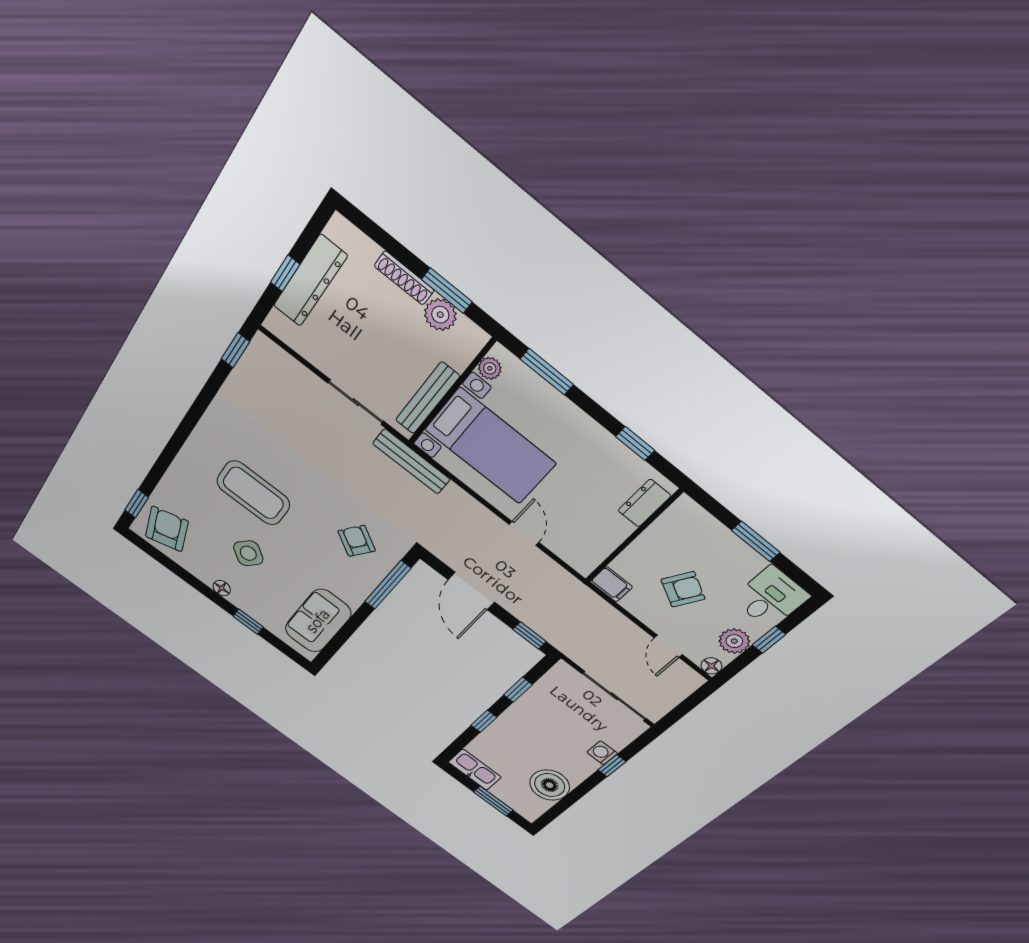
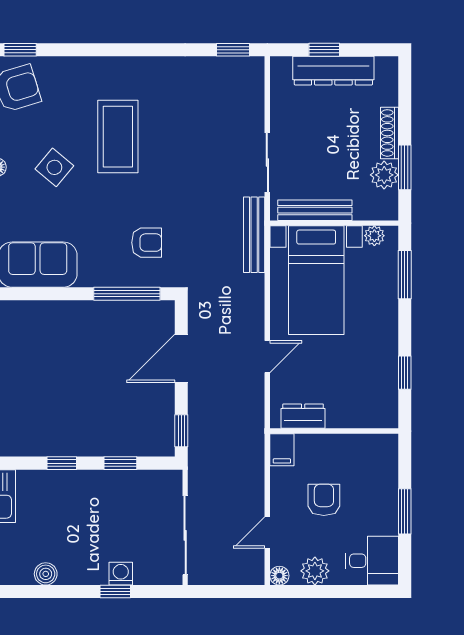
dresser: (644, 503) -> (303, 416), moved
armchair: (357, 541) -> (147, 243), turned 56
armchair: (683, 589) -> (324, 500), turned -119
window: (769, 640) -> (338, 592), removed
boiler: (550, 785) -> (46, 574), width x0.54, depth x0.54

